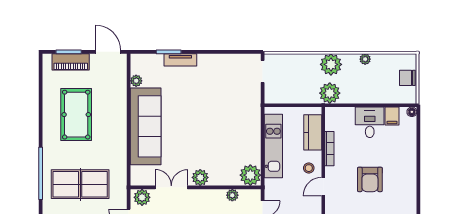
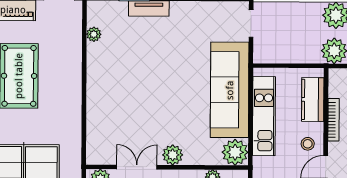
sofa: (146, 126) -> (230, 90), moved, turned 180

